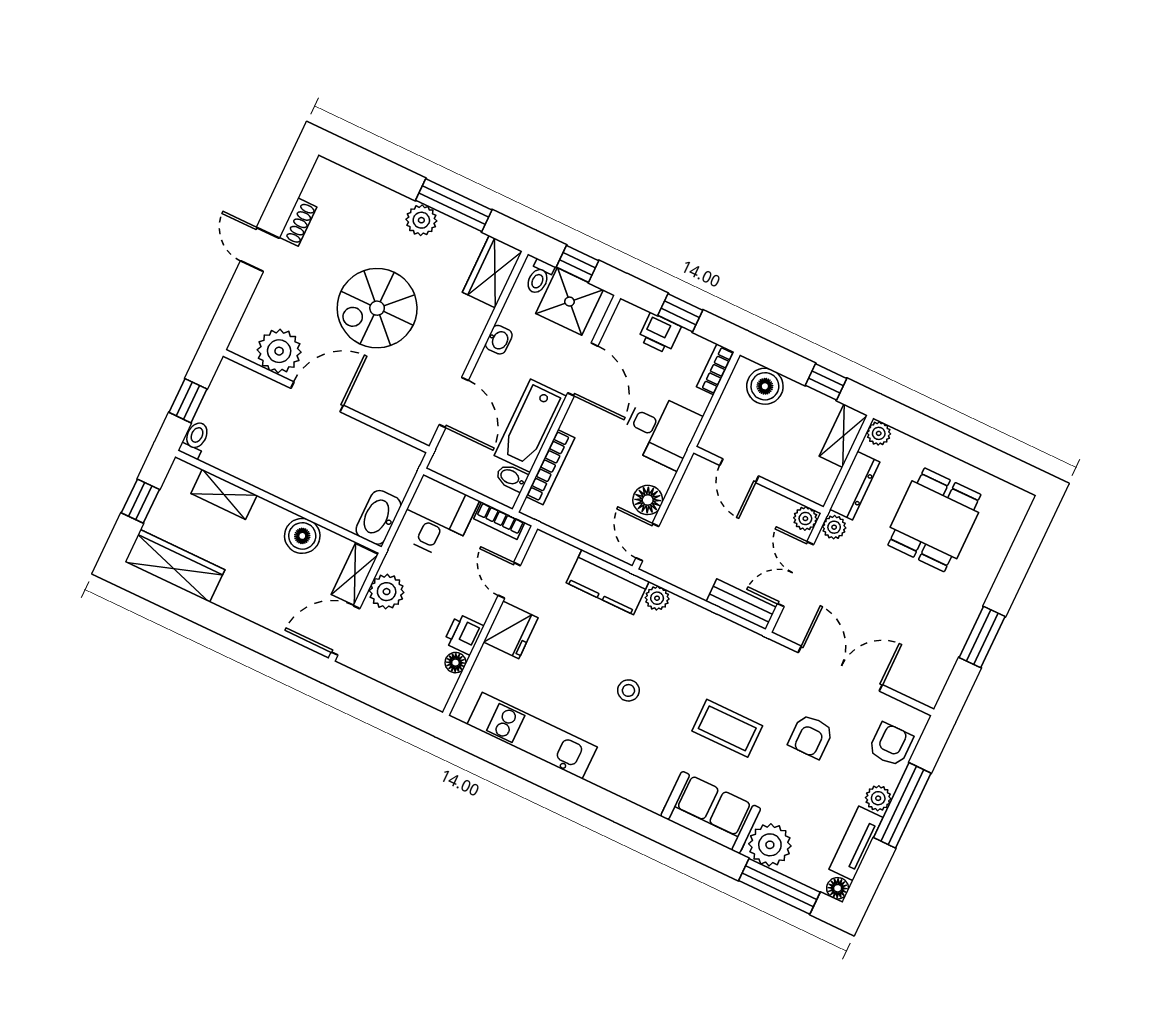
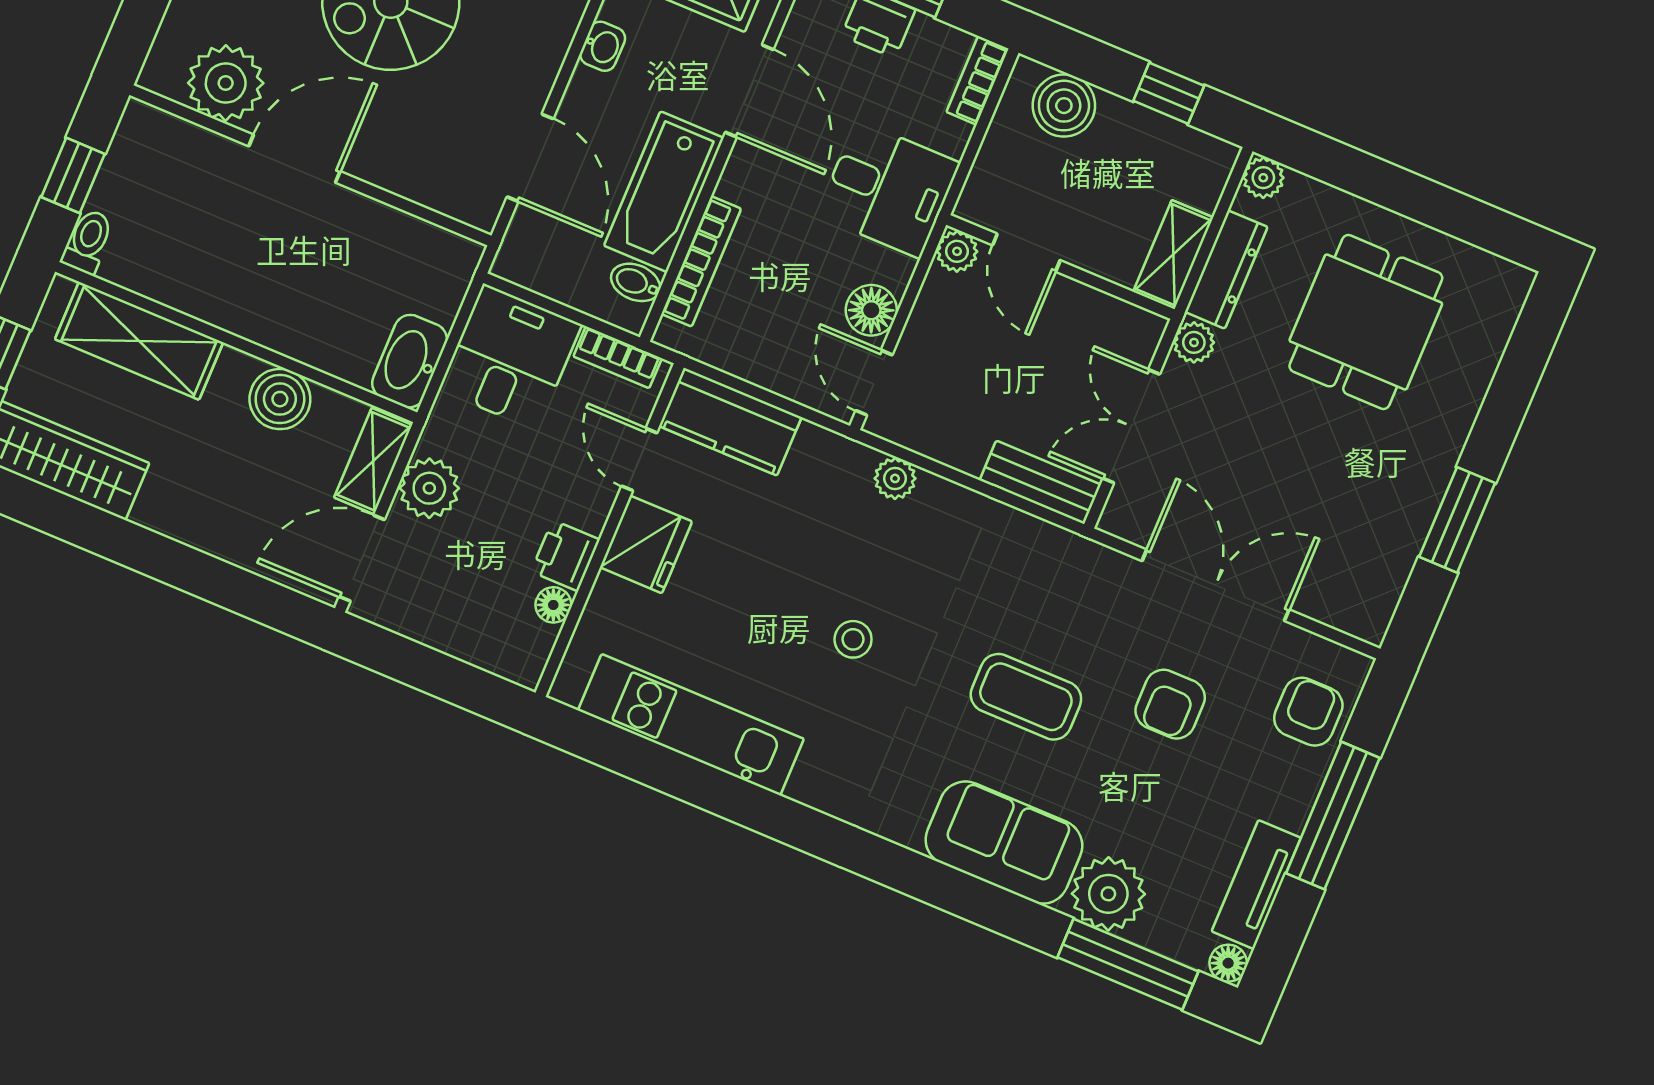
shelving: (843, 436) -> (1173, 255), moved
shelving: (224, 494) -> (139, 341), width x1.50, depth x1.33
plant: (805, 519) -> (957, 251), moved
kitchen counter: (608, 582) -> (730, 422), moved
plant: (878, 798) -> (1291, 805), removed

